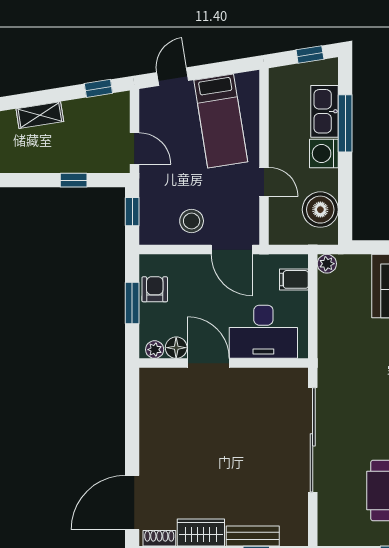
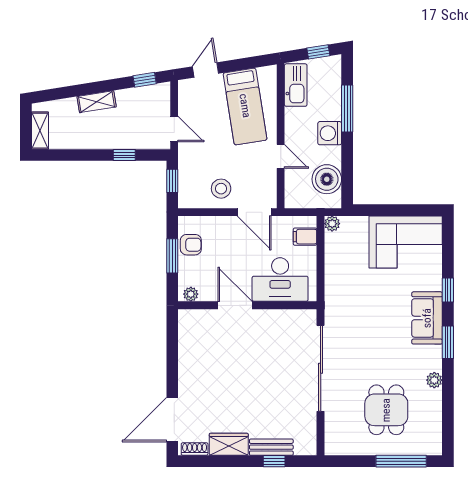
kitchen sink: (324, 111) -> (296, 85), moved, turned 180
armchair: (155, 289) -> (191, 245), turned 90
floor lamp: (176, 348) -> (208, 293), removed

